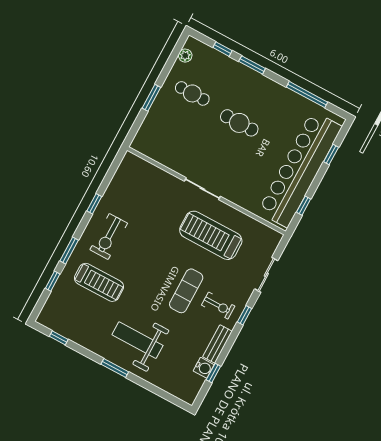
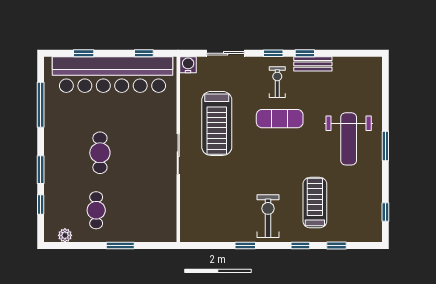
exercise bike: (109, 236) -> (268, 216), turned -90
window: (69, 250) -> (300, 246), width x0.67
water cooler: (204, 368) -> (188, 65), moved
window: (213, 373) -> (305, 53), moved

